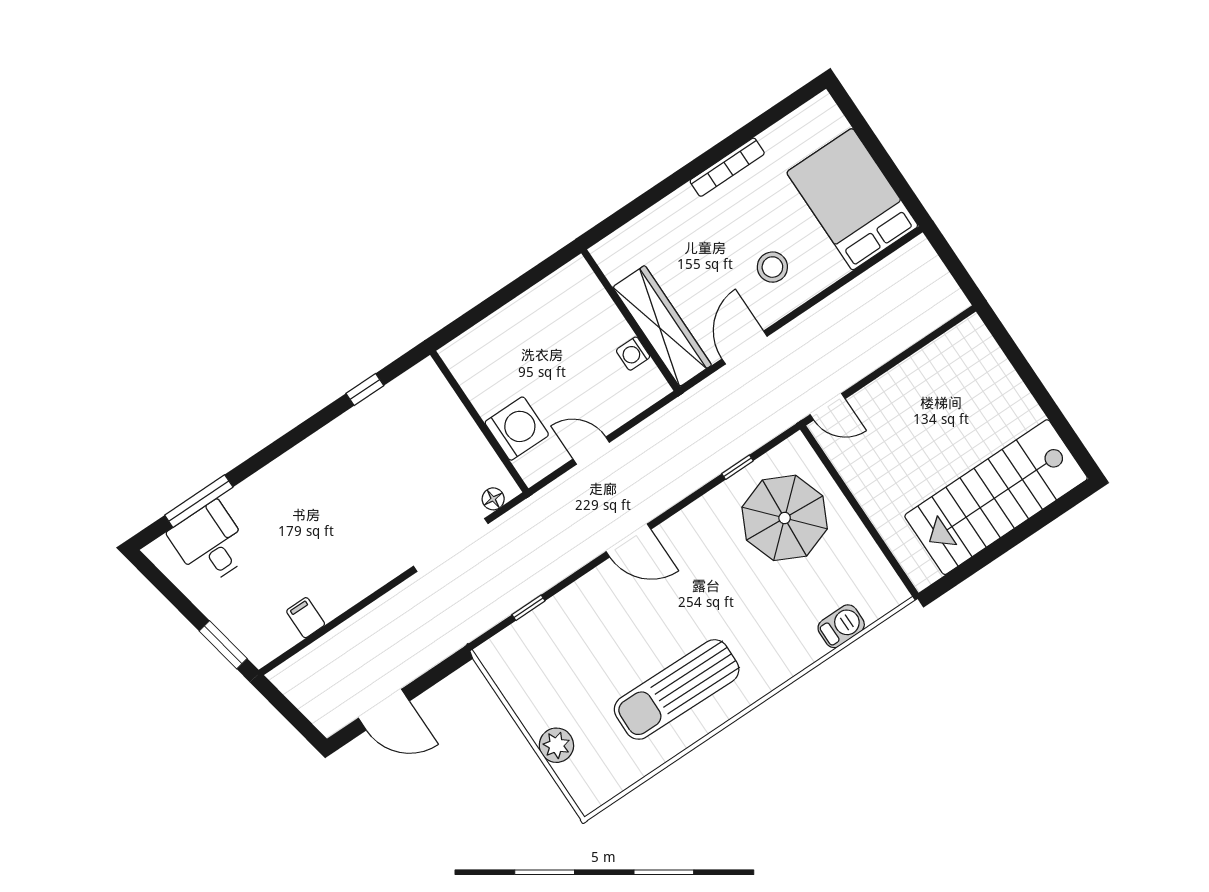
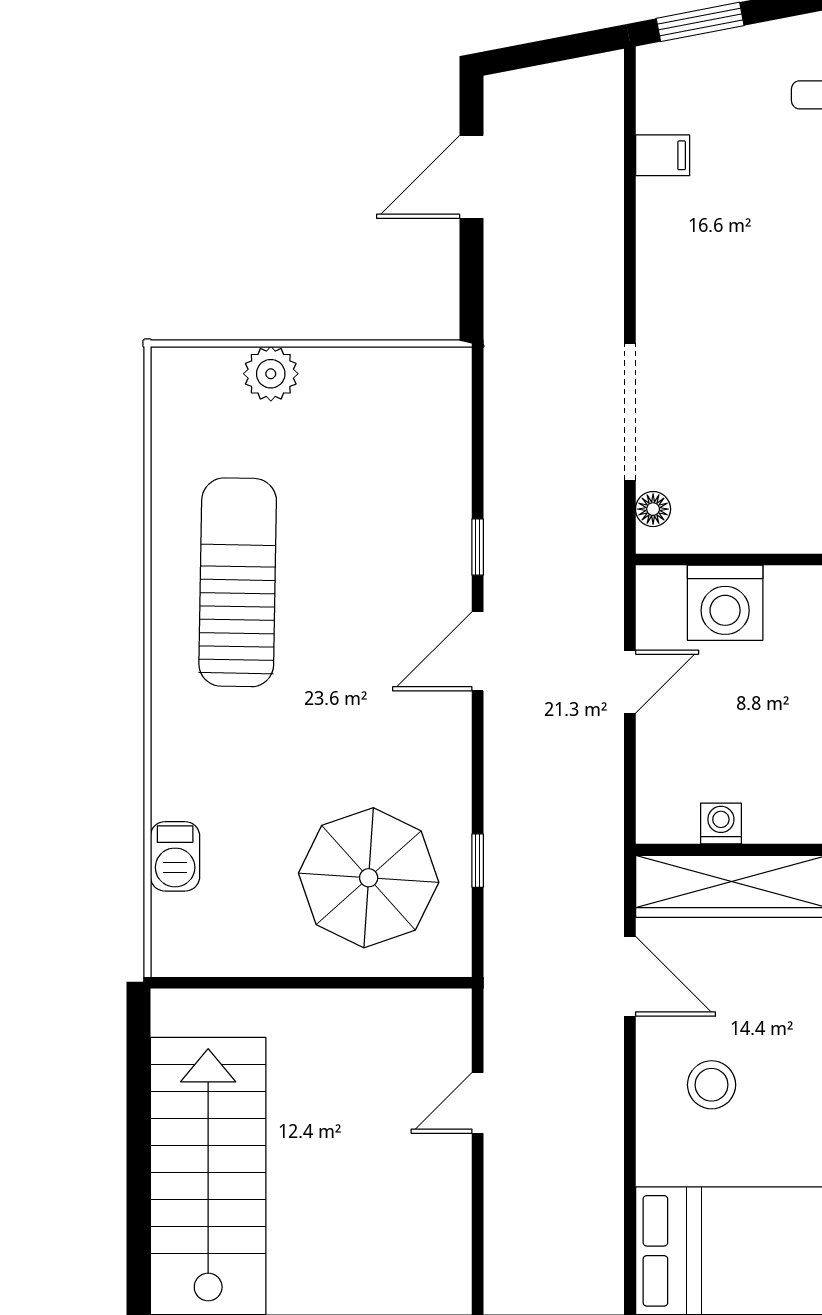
door: (828, 407) -> (478, 1103), moved
window: (528, 608) -> (478, 547), moved

